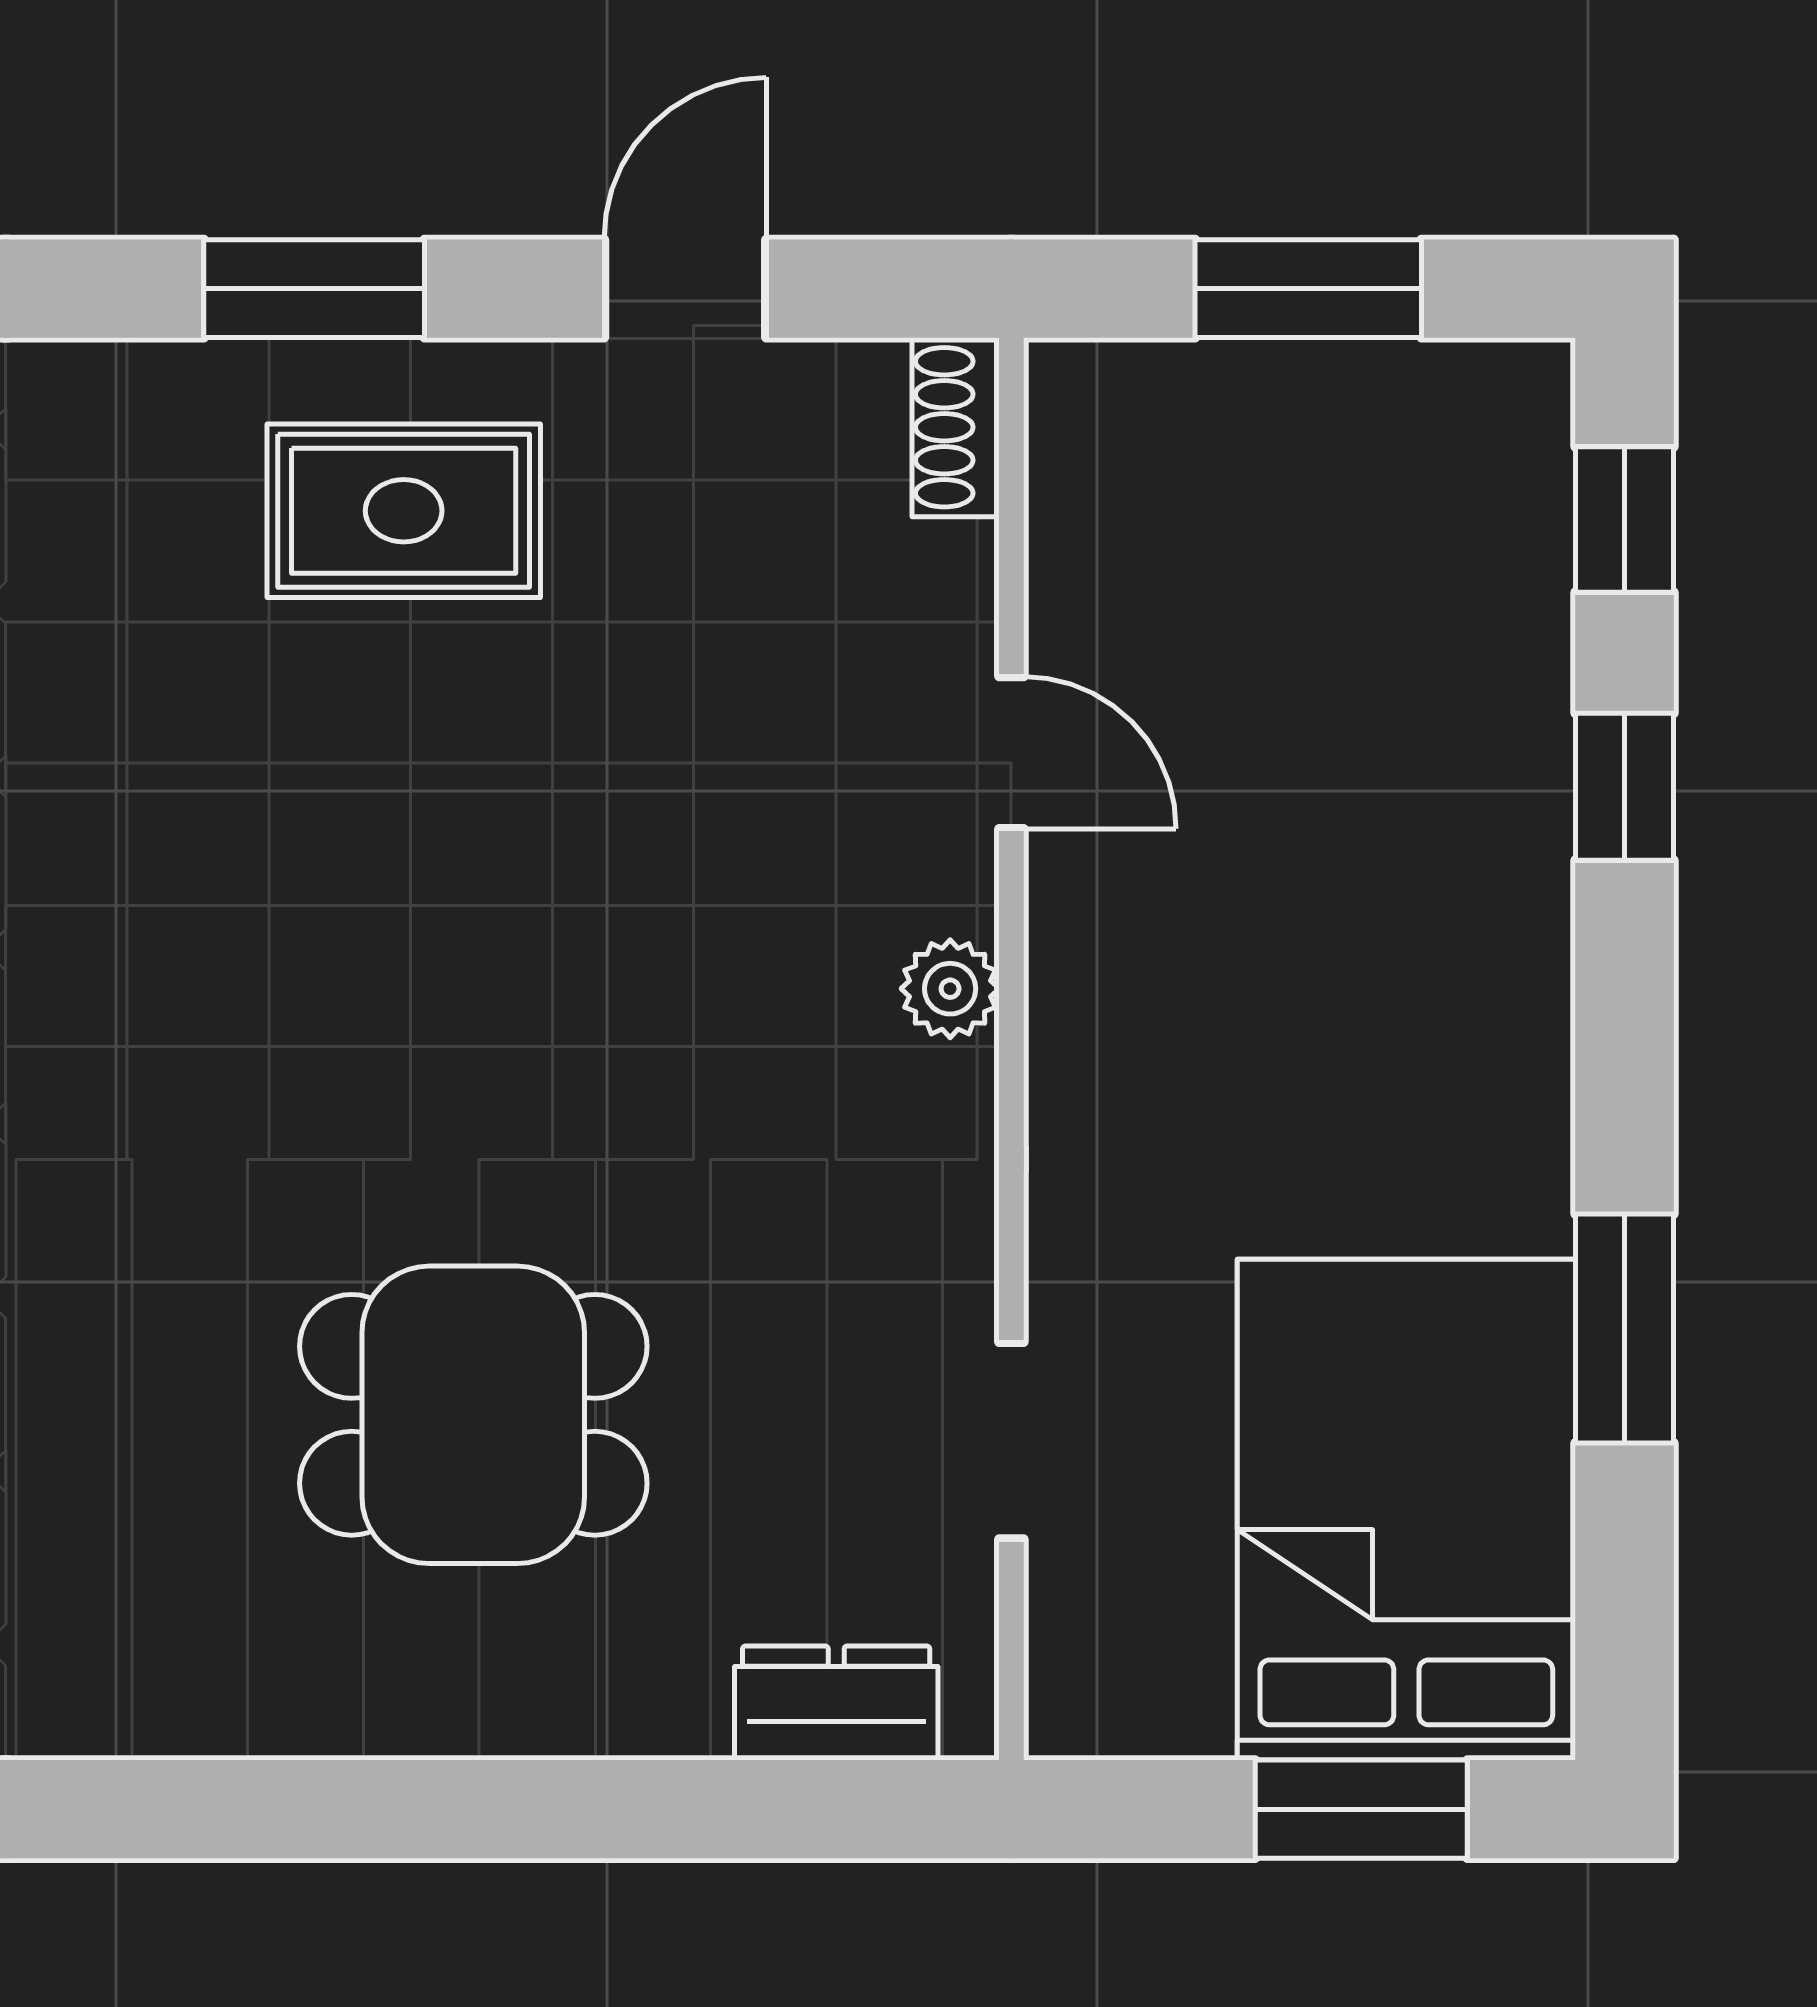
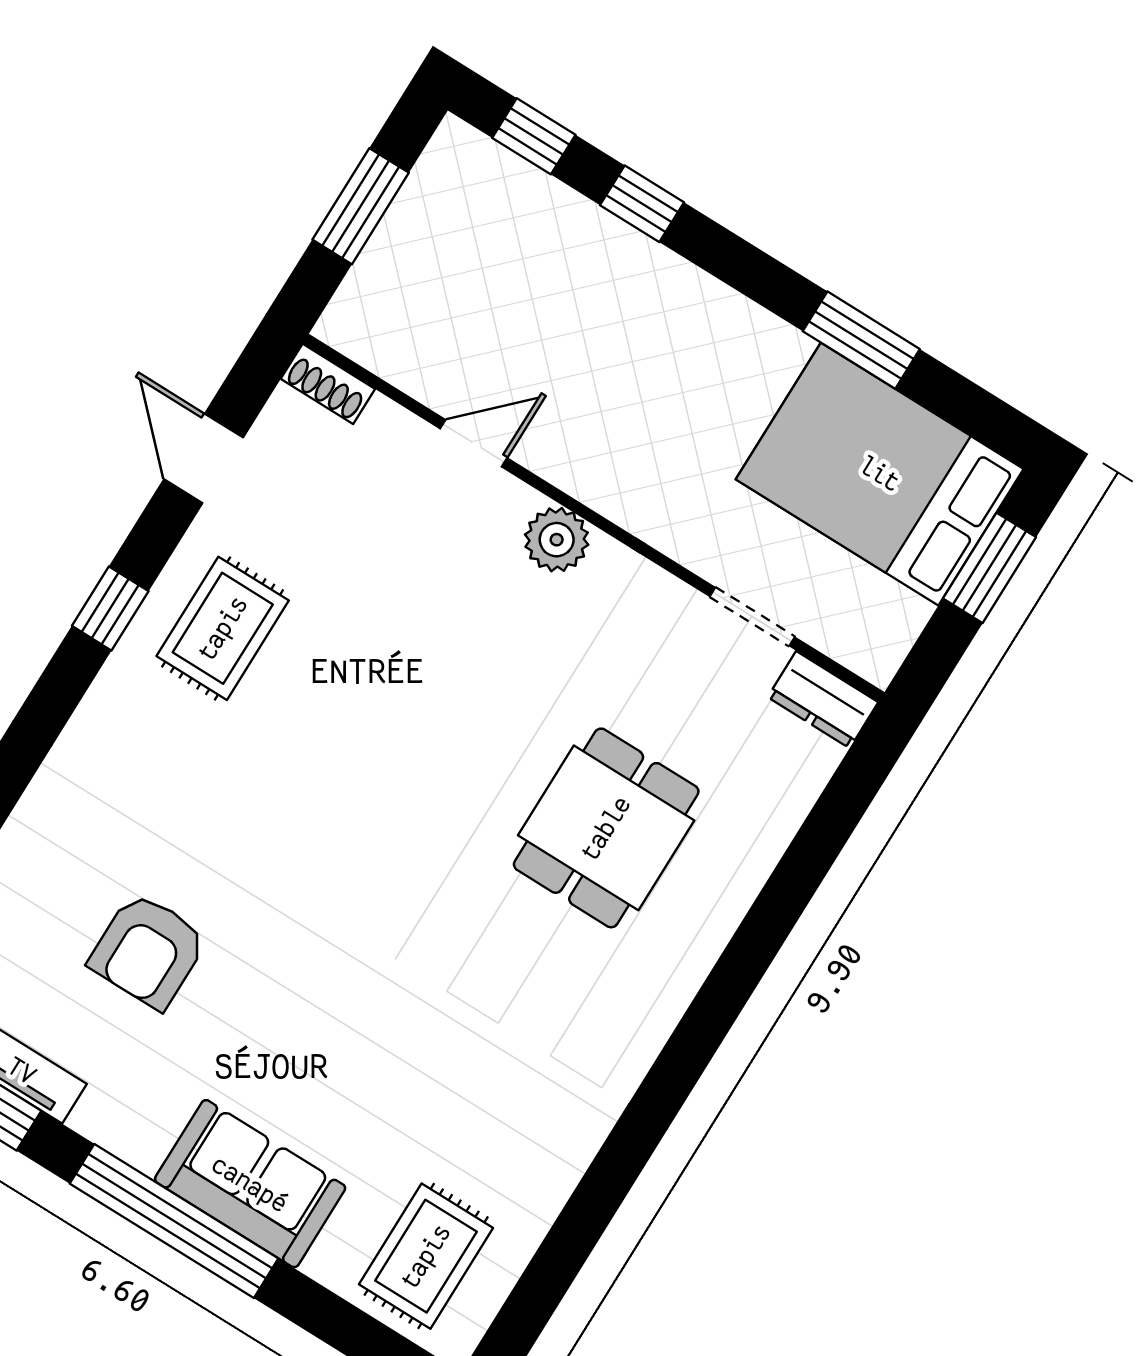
window: (314, 289) -> (110, 609), width x0.67
plant: (950, 989) -> (557, 540), width x1.38, depth x1.38
dresser: (836, 1703) -> (823, 700), moved, turned -90

